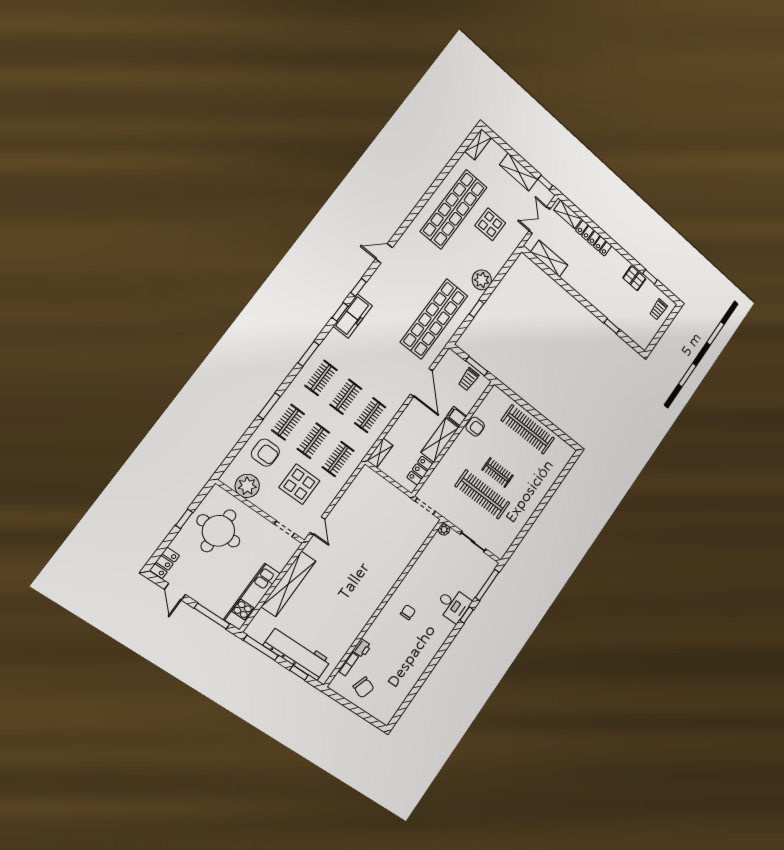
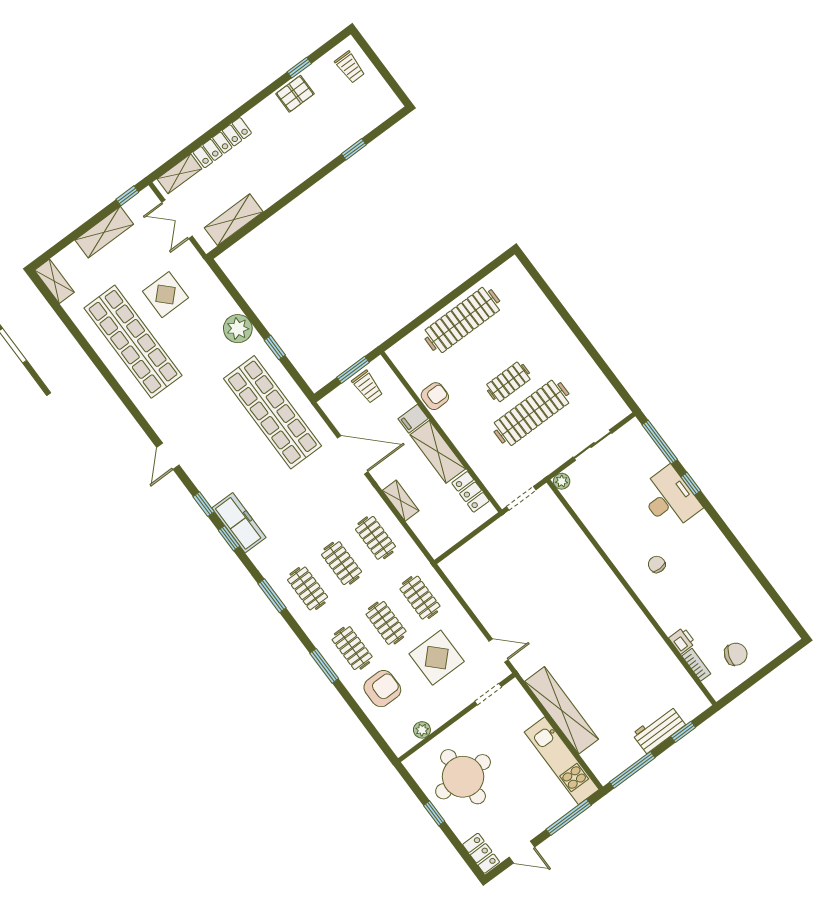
shelving: (380, 453) -> (401, 501), moved
plant: (247, 486) -> (422, 730), width x0.53, depth x0.53
desk: (453, 605) -> (670, 499), width x1.37
workbench: (297, 653) -> (659, 729), width x0.53, depth x0.76

